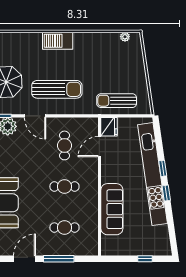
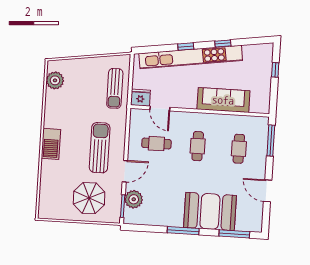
plant: (125, 37) -> (55, 80), width x1.88, depth x1.88
window: (166, 193) -> (223, 43), moved
window: (59, 259) -> (271, 140), moved

